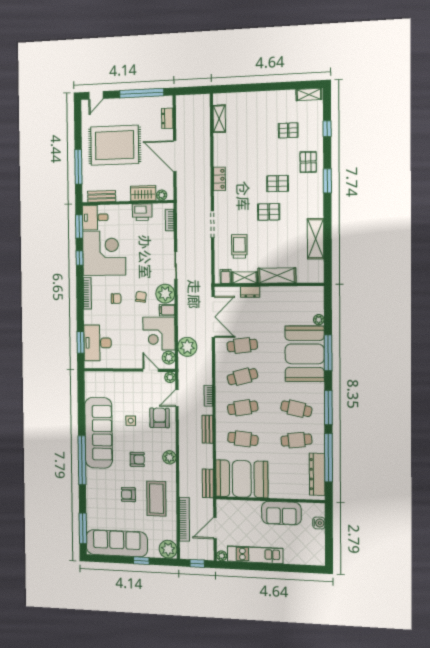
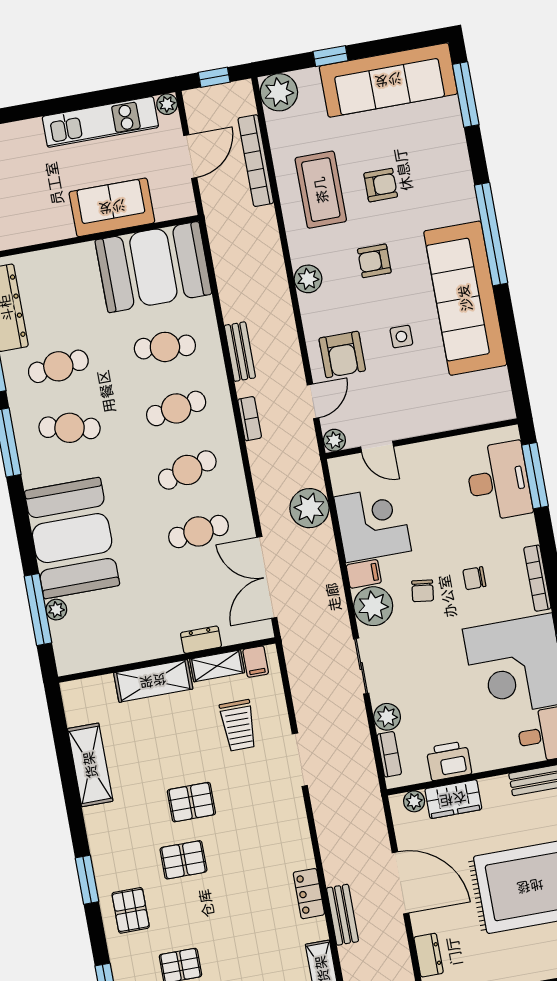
locker: (219, 179) -> (309, 894), moved
window: (81, 342) -> (535, 476), width x1.44
window: (328, 353) -> (38, 609), moved
plant: (169, 358) -> (387, 717), moved
bench: (208, 483) -> (342, 915), moved
sofa: (281, 513) -> (112, 207), moved

